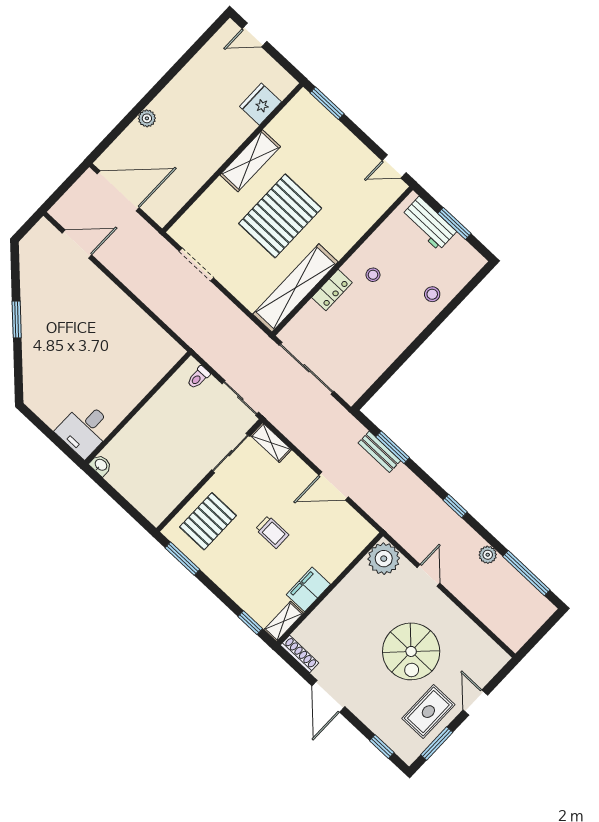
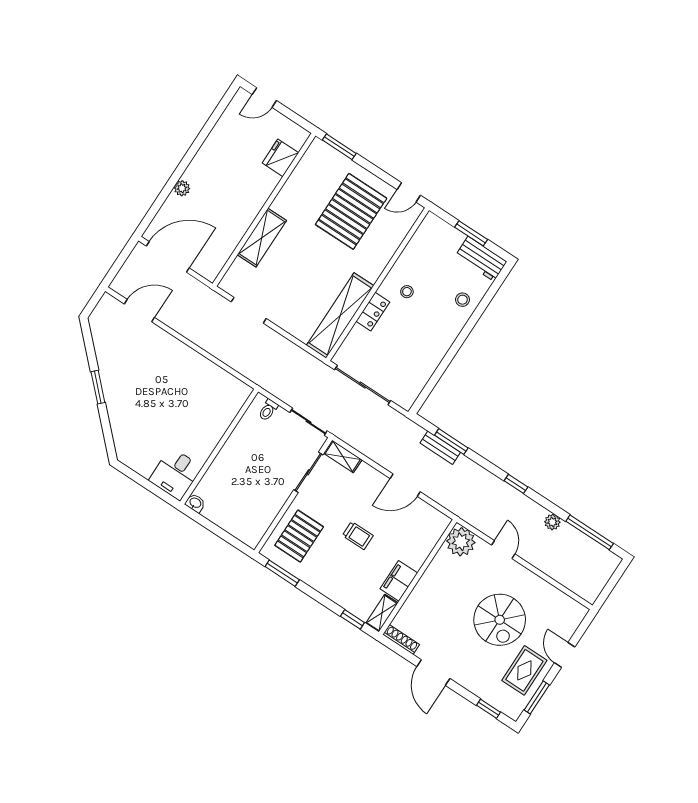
shelving: (250, 161) -> (262, 238), moved
pallet: (280, 216) -> (351, 211), moved
workbench: (429, 223) -> (481, 259), moved

